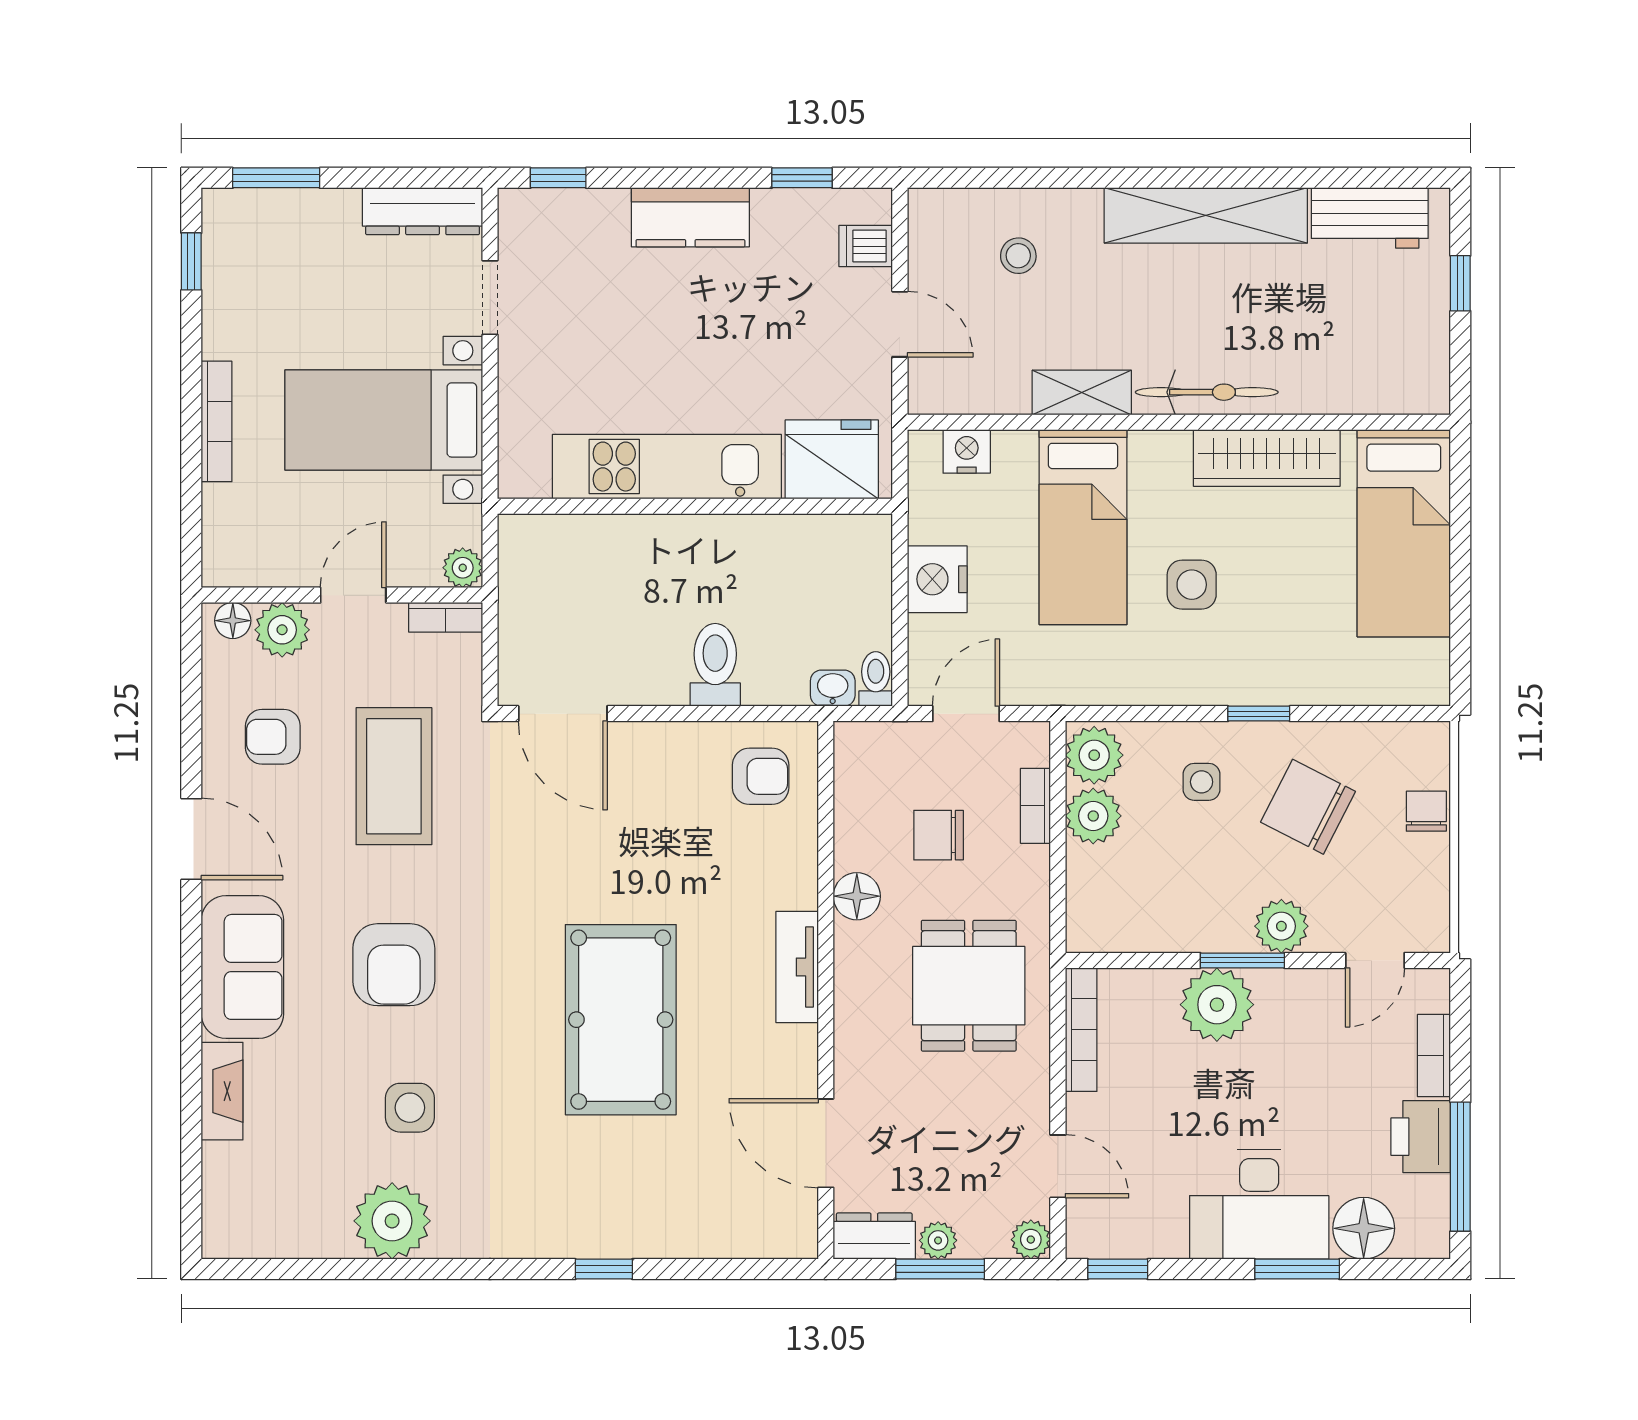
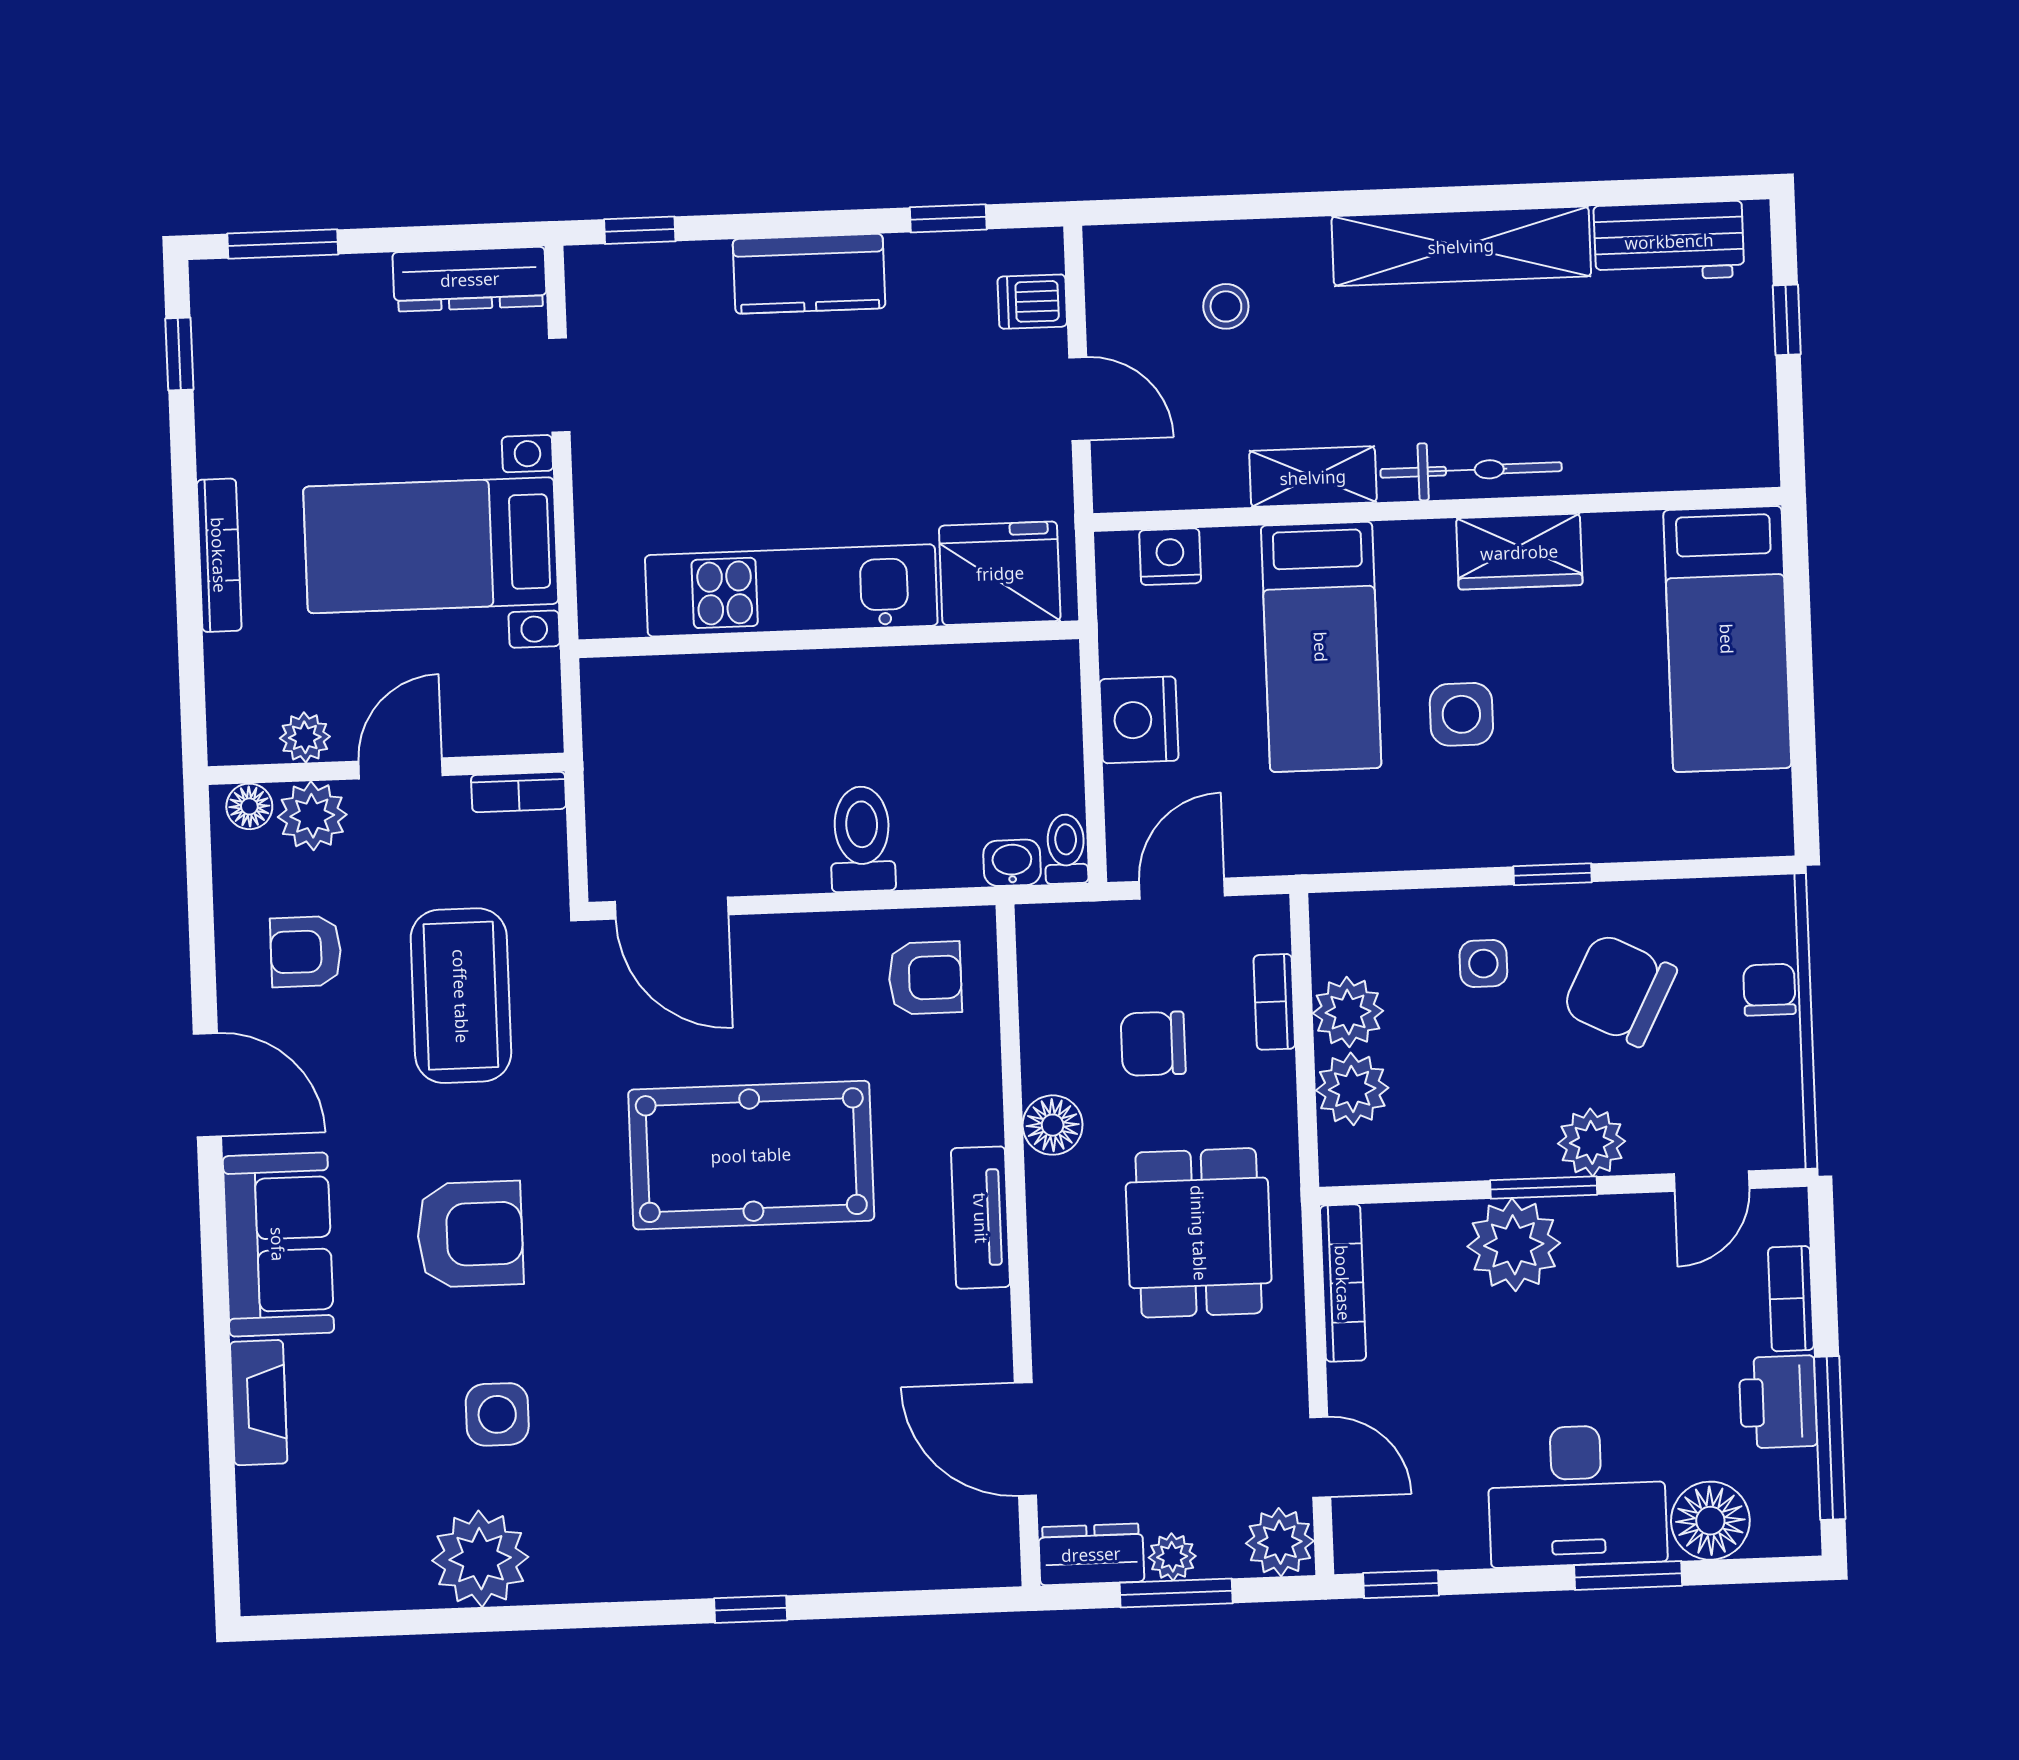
wardrobe: (1267, 458) -> (1519, 552), width x0.67
plant: (463, 568) -> (305, 737), moved
plant: (1094, 755) -> (1352, 1089), moved
armchair: (394, 965) -> (470, 1234), turned -90
pool table: (621, 1020) -> (751, 1155), moved, turned 90
plant: (1031, 1240) -> (1280, 1542), width x1.38, depth x1.38

